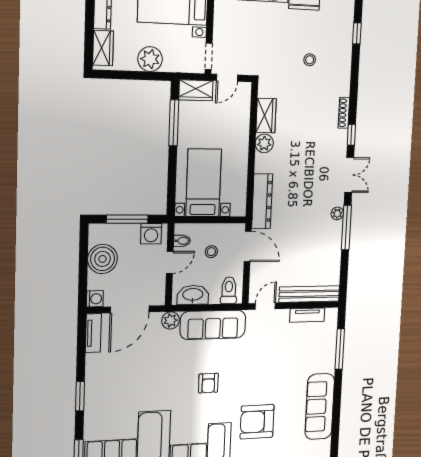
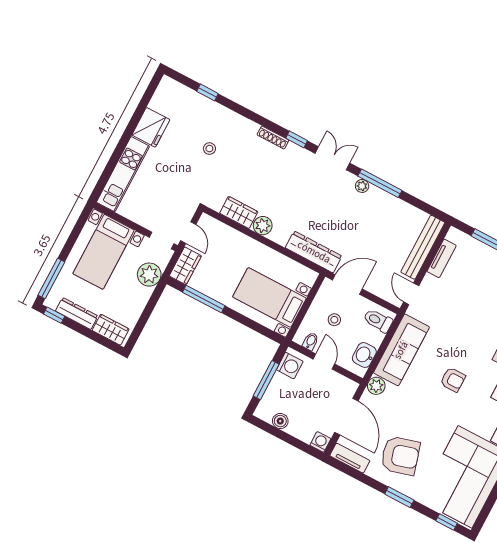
plant: (150, 59) -> (149, 275), moved
boiler: (103, 259) -> (280, 421), width x0.54, depth x0.54
washbasin: (193, 295) -> (364, 355), width x0.72
armchair: (118, 376) -> (400, 456), added

